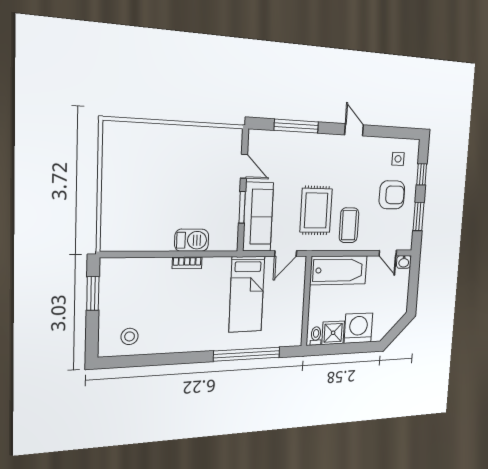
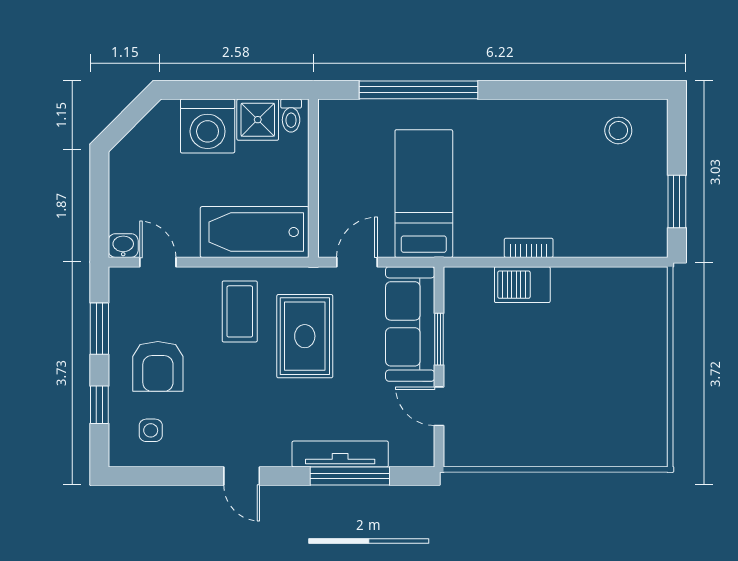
tv unit: (301, 140) -> (340, 454), added
armchair: (392, 195) -> (158, 366), turned -90

